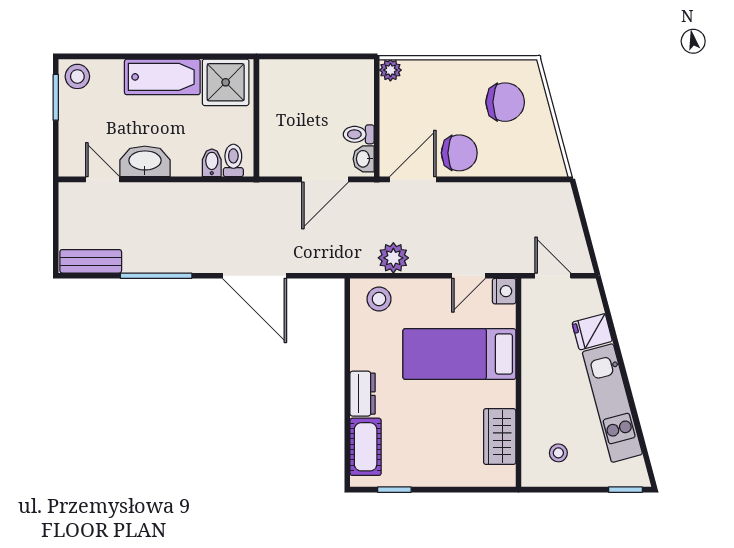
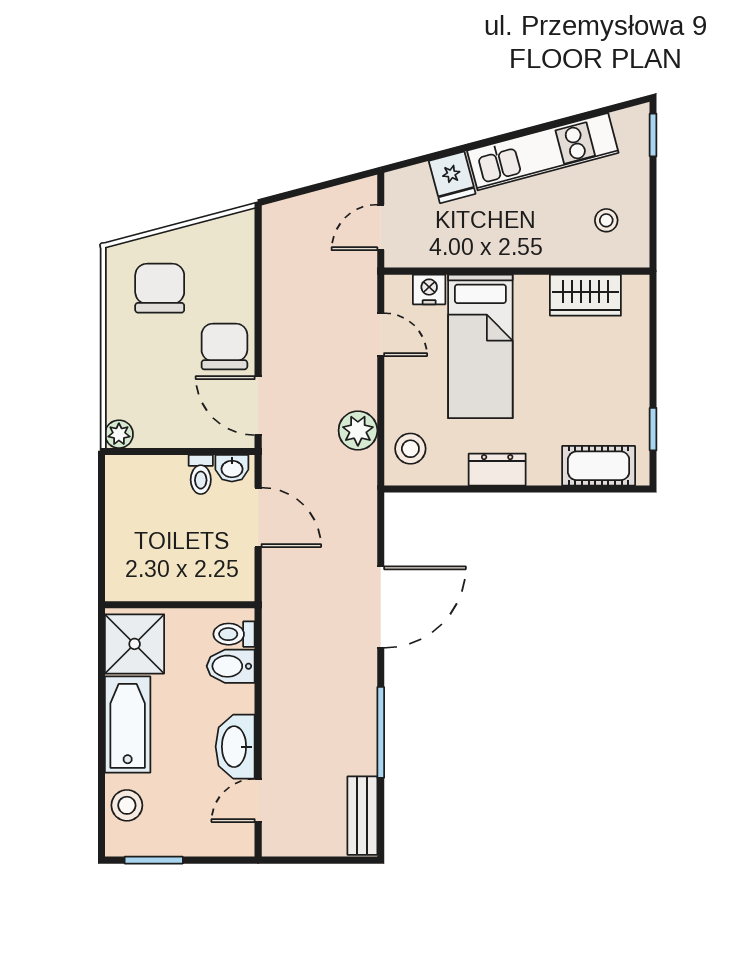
stool: (77, 76) -> (127, 805), moved
bidet: (212, 163) -> (231, 666), width x1.38, depth x1.36
nightstand: (504, 291) -> (429, 289), moved
dresser: (363, 394) -> (497, 470), moved

